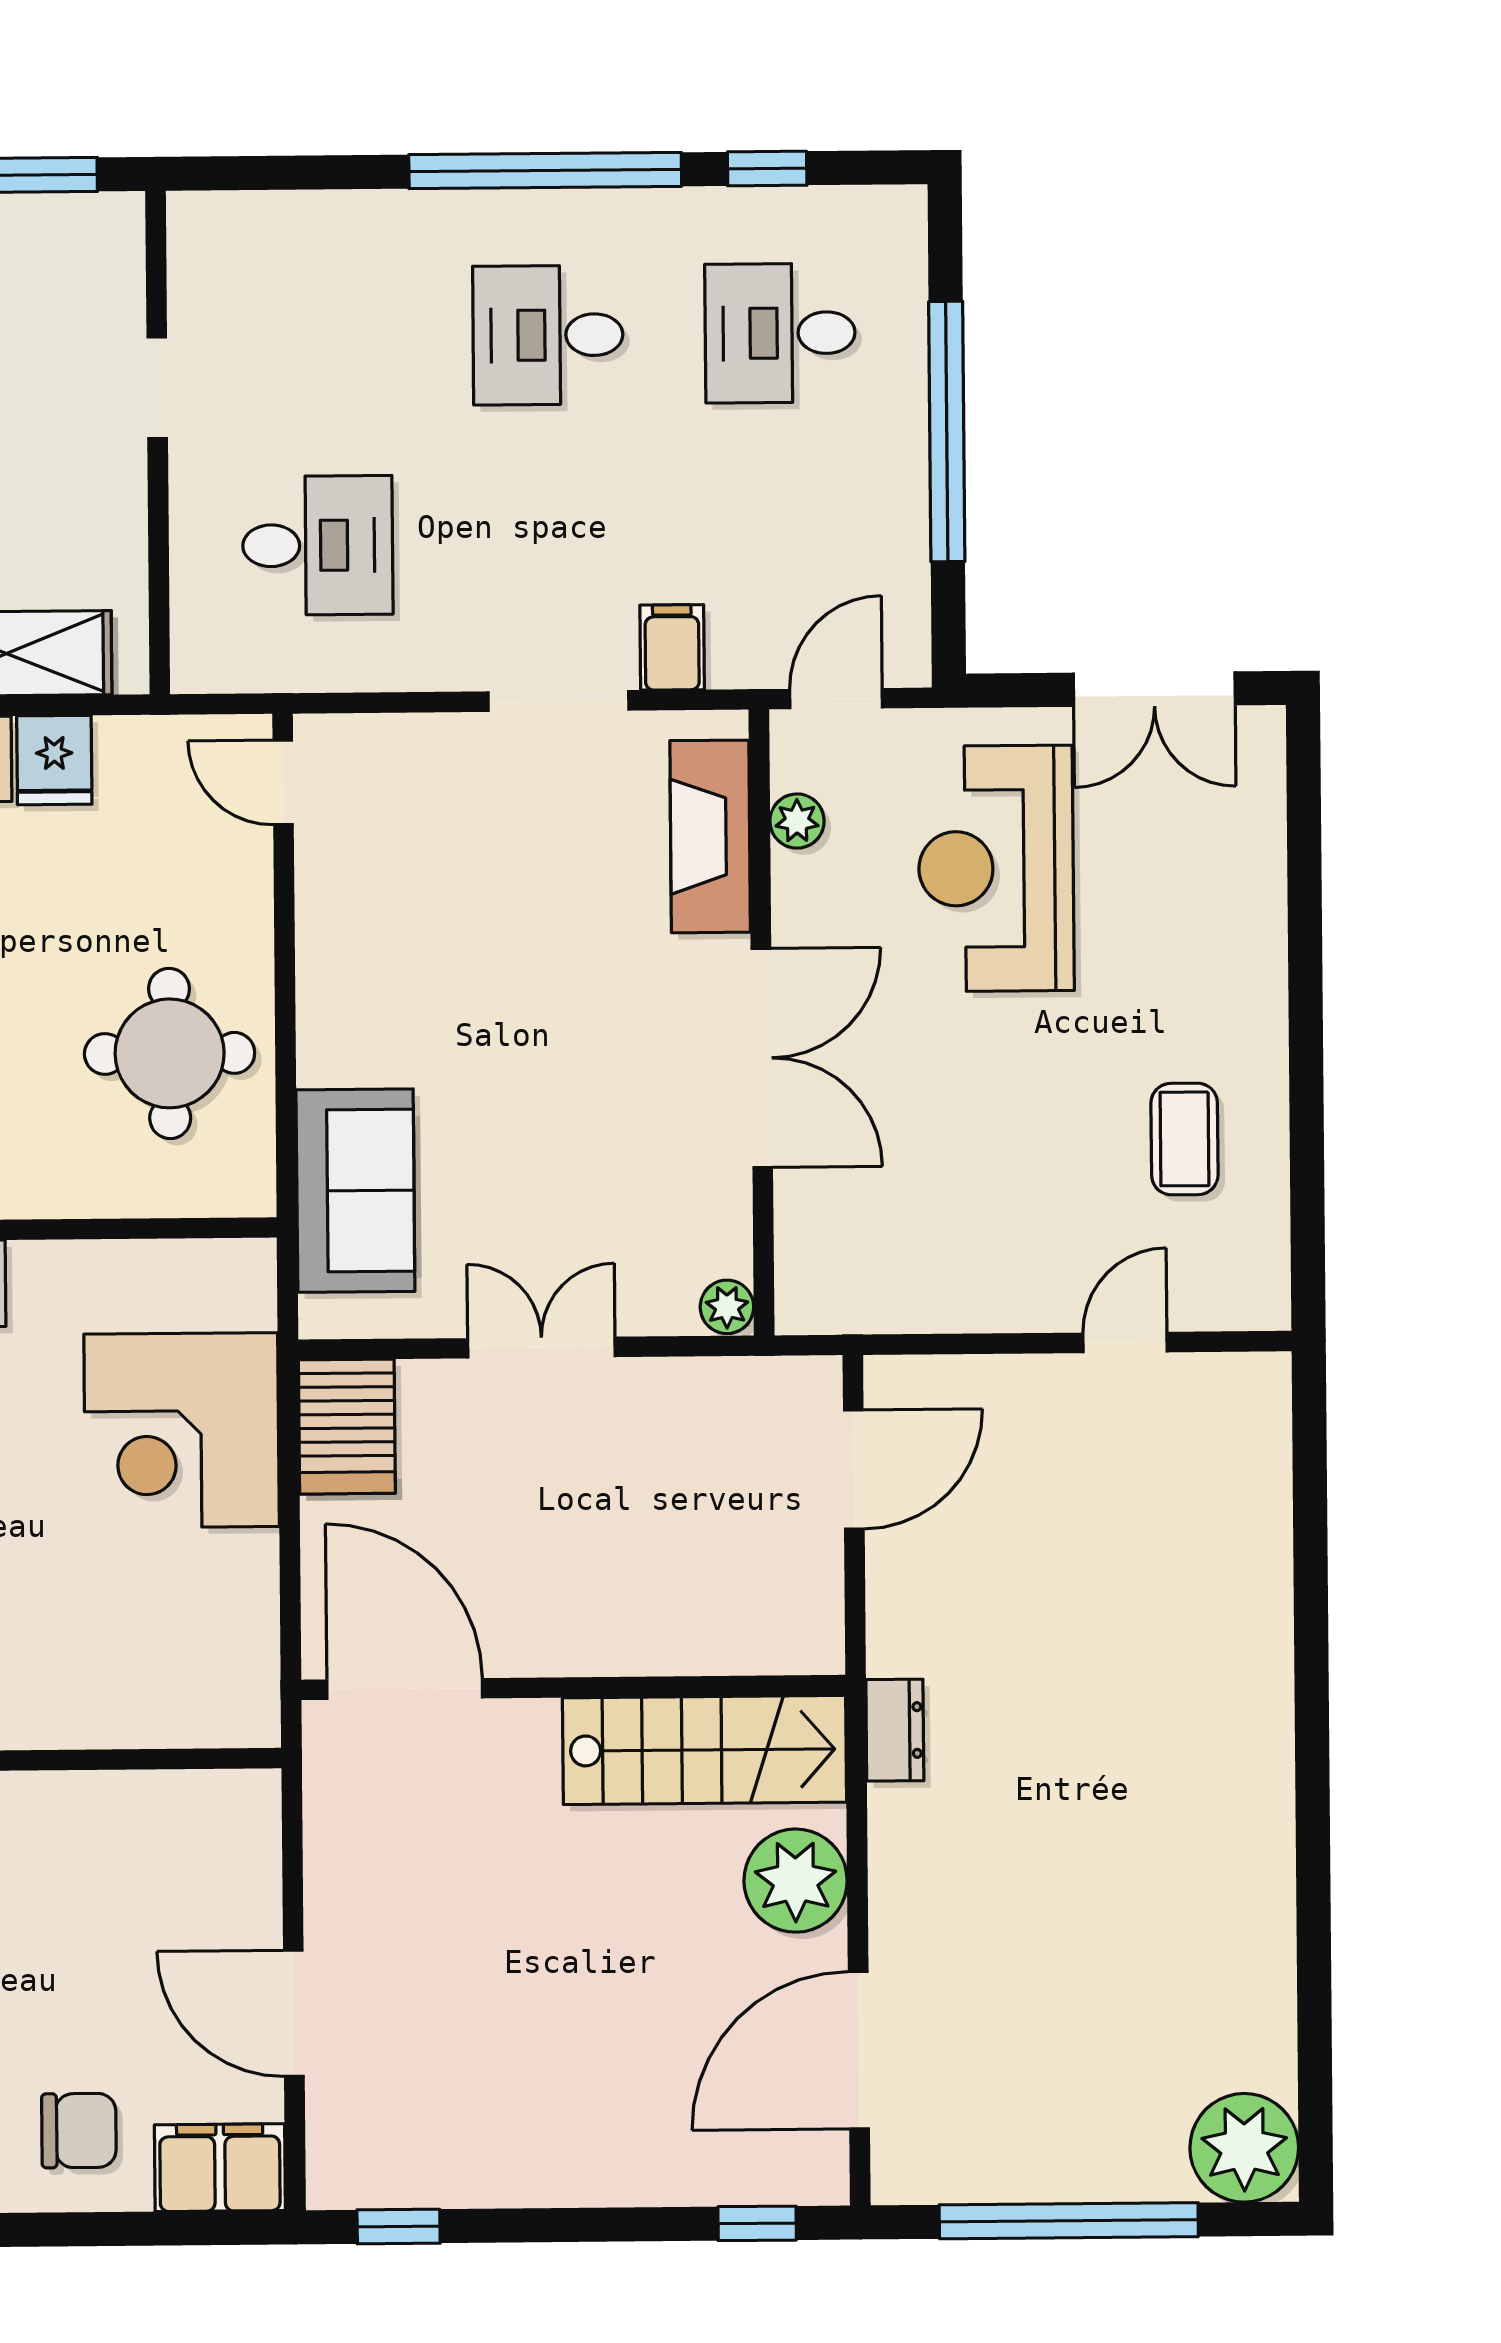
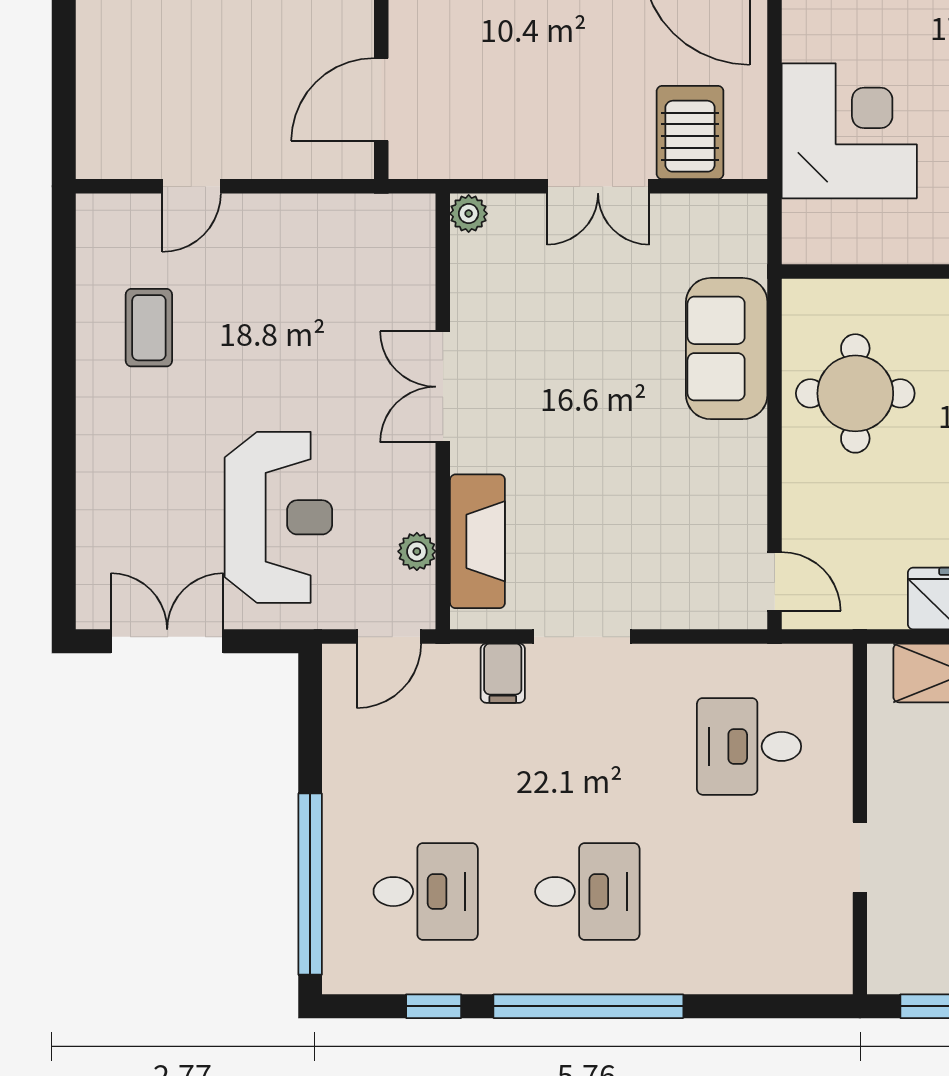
window: (947, 432) -> (310, 884), moved
double door: (762, 1058) -> (443, 387), width x0.73
sofa: (355, 1191) -> (727, 349), moved
server rack: (347, 1427) -> (690, 132), moved

